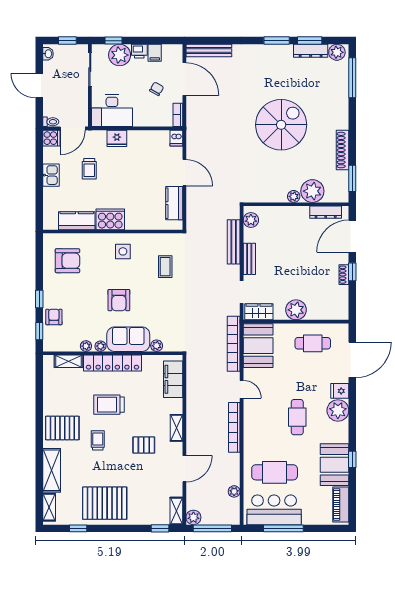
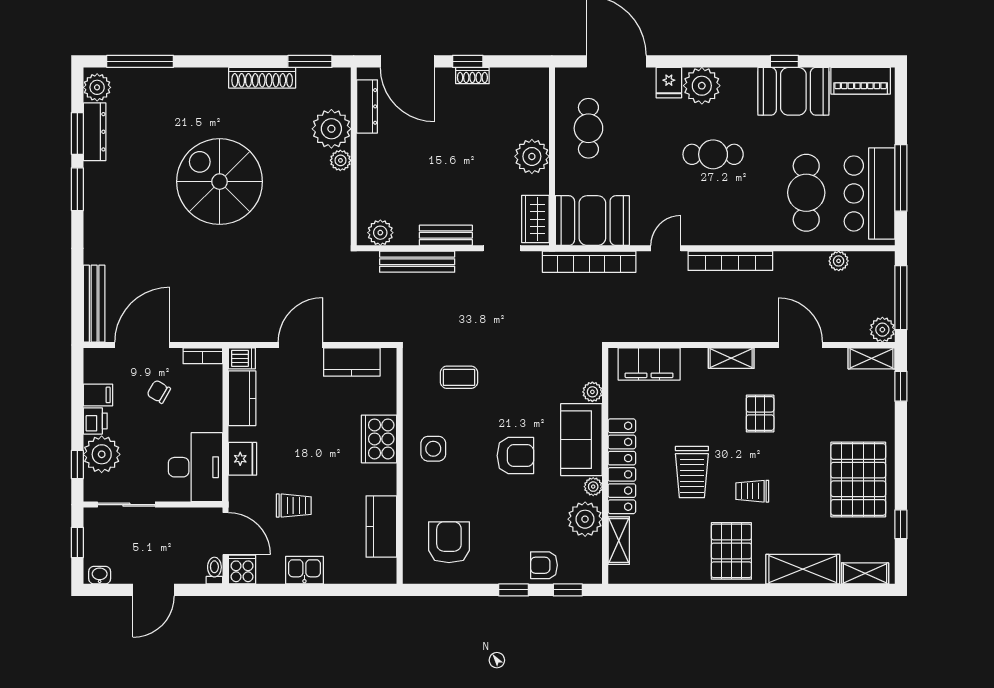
kitchen counter: (153, 138) -> (242, 398), added
cooker: (110, 219) -> (379, 439), moved
plant: (86, 346) -> (585, 519), width x1.87, depth x1.87

